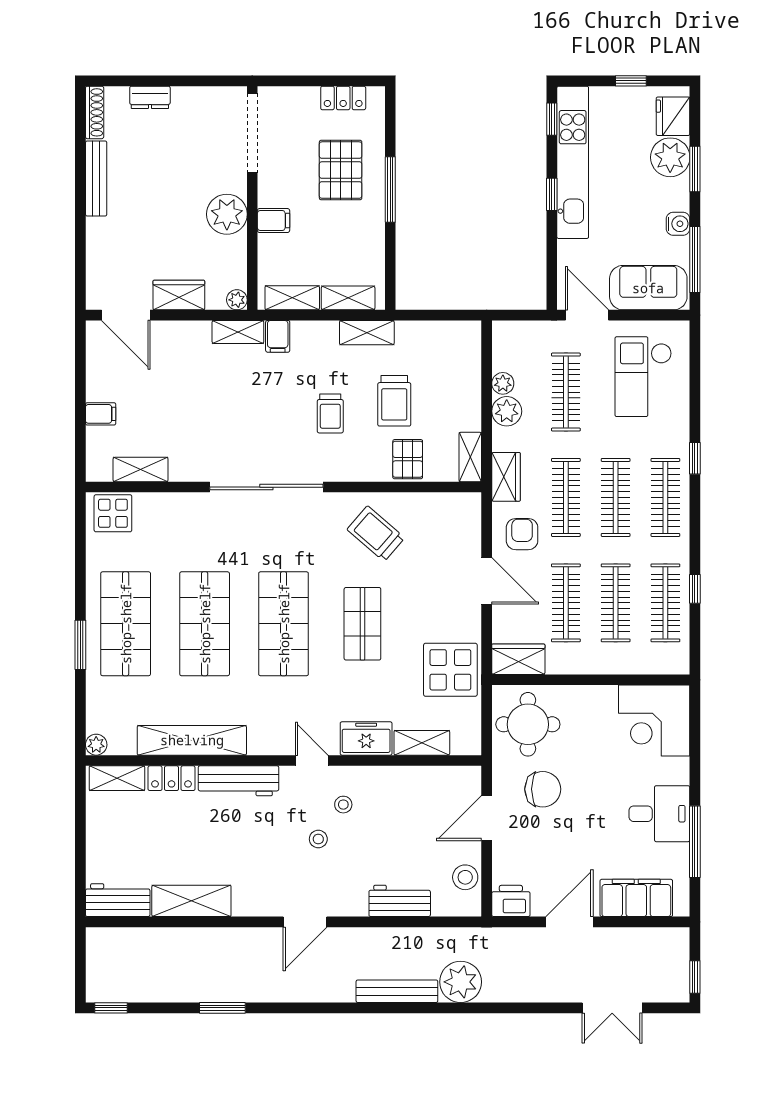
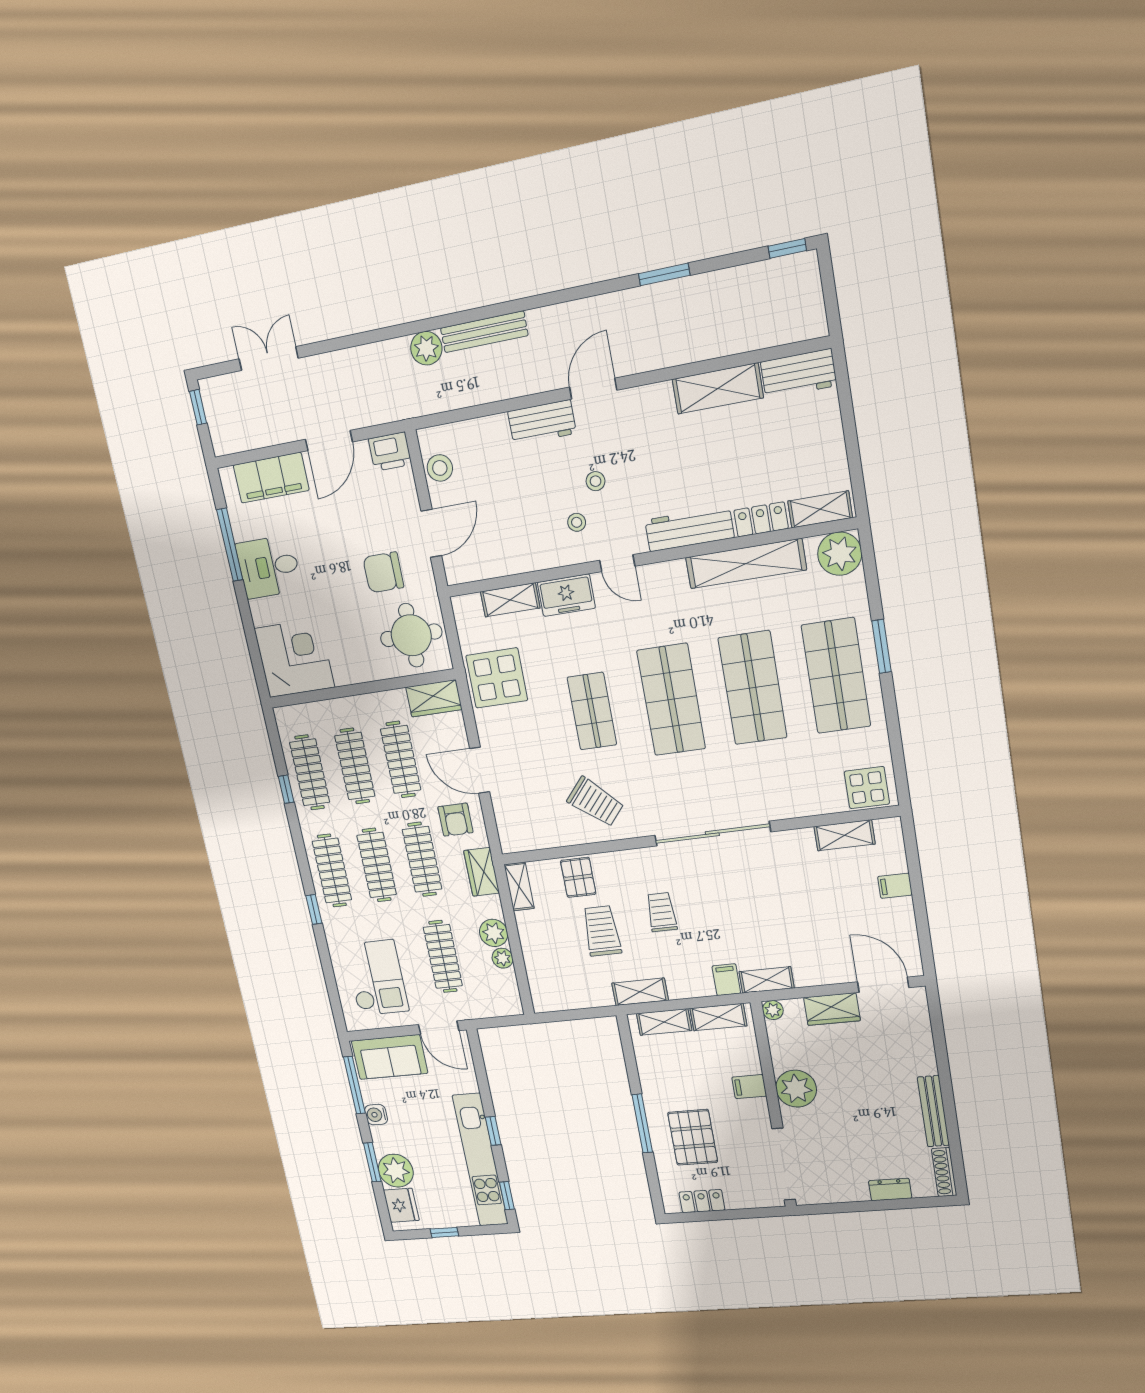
plant: (96, 745) -> (840, 554), width x1.87, depth x1.87
workbench: (400, 901) -> (542, 422), moved
plant: (461, 982) -> (426, 348), width x0.73, depth x0.73

